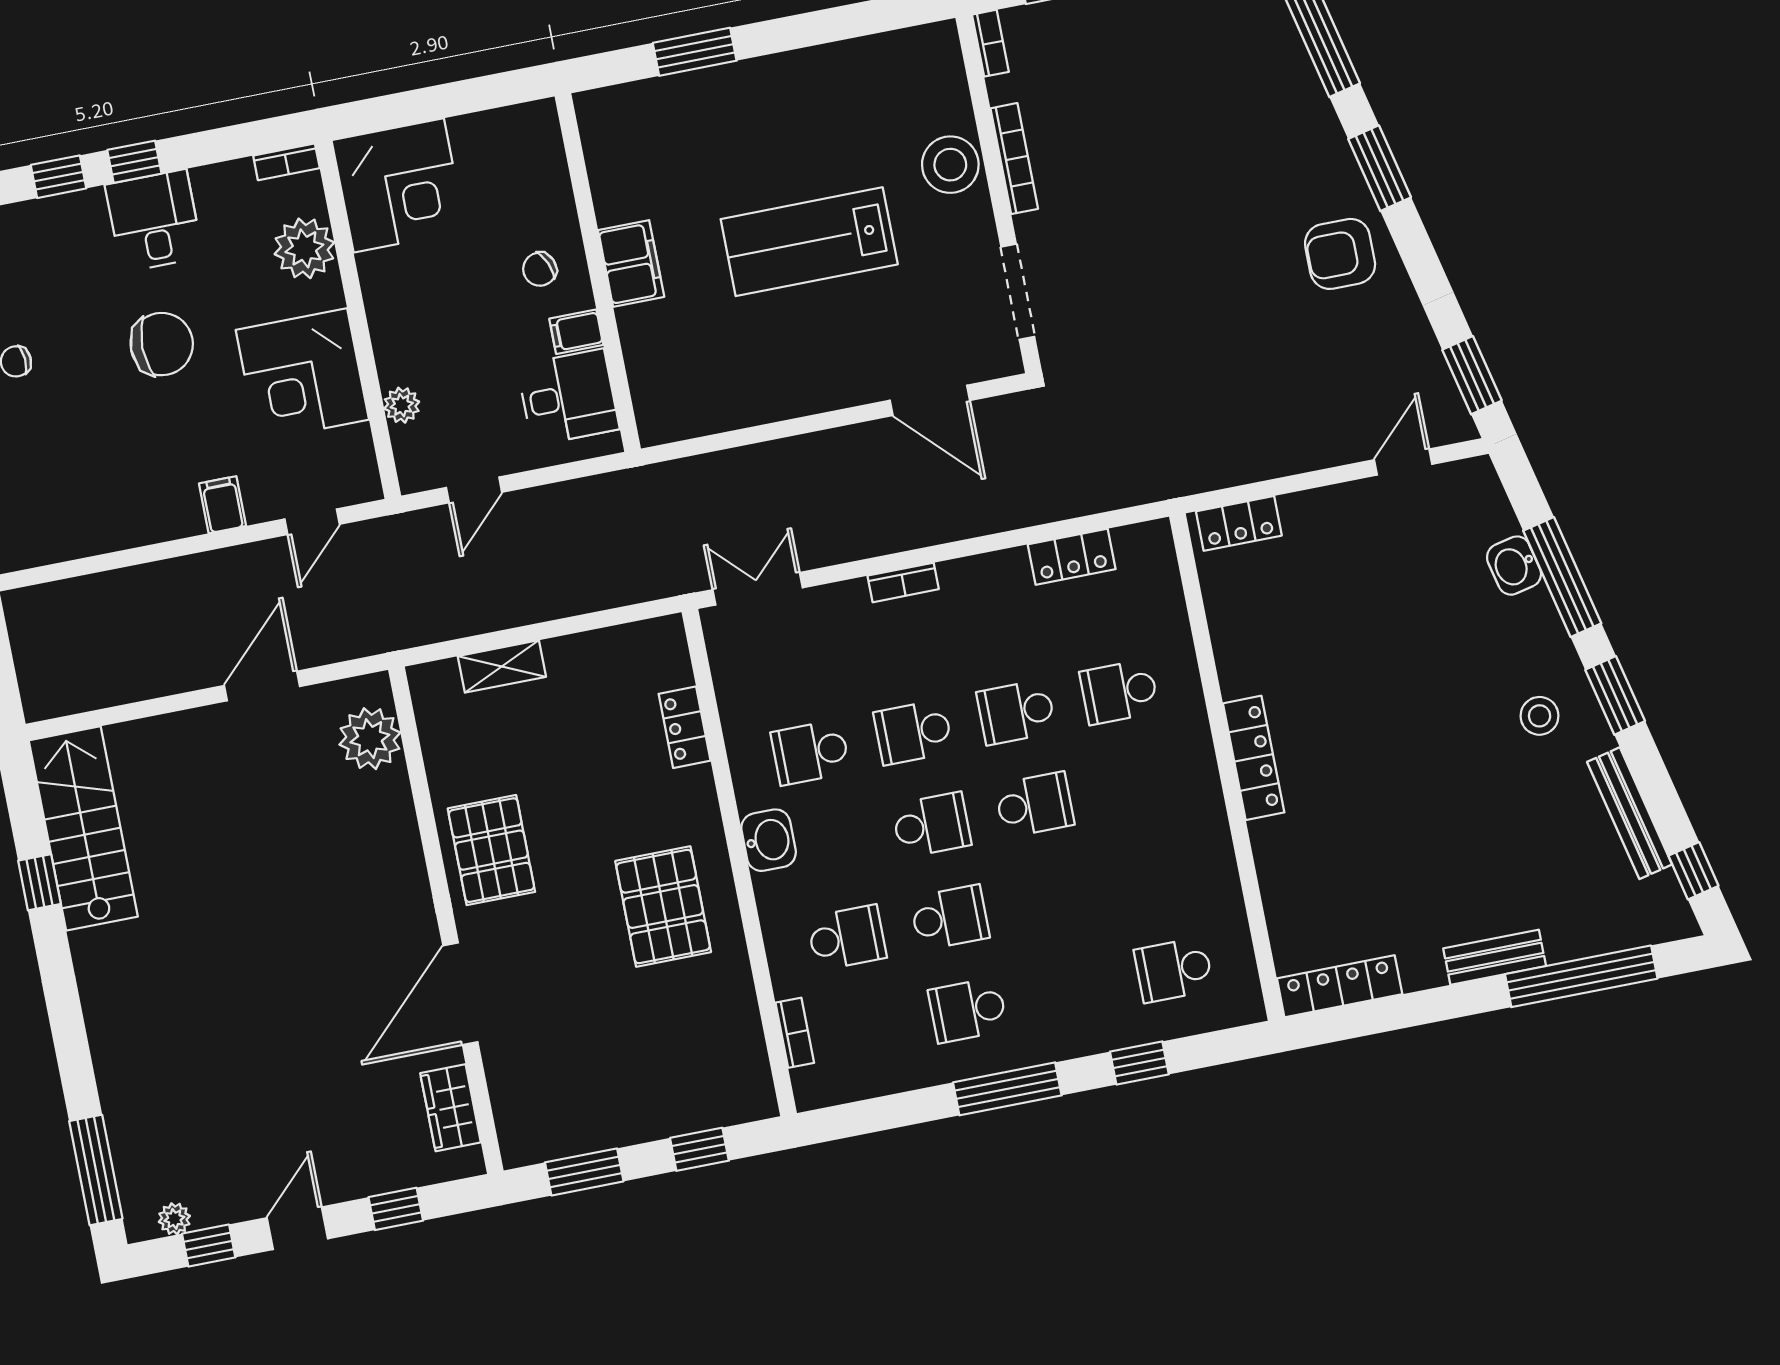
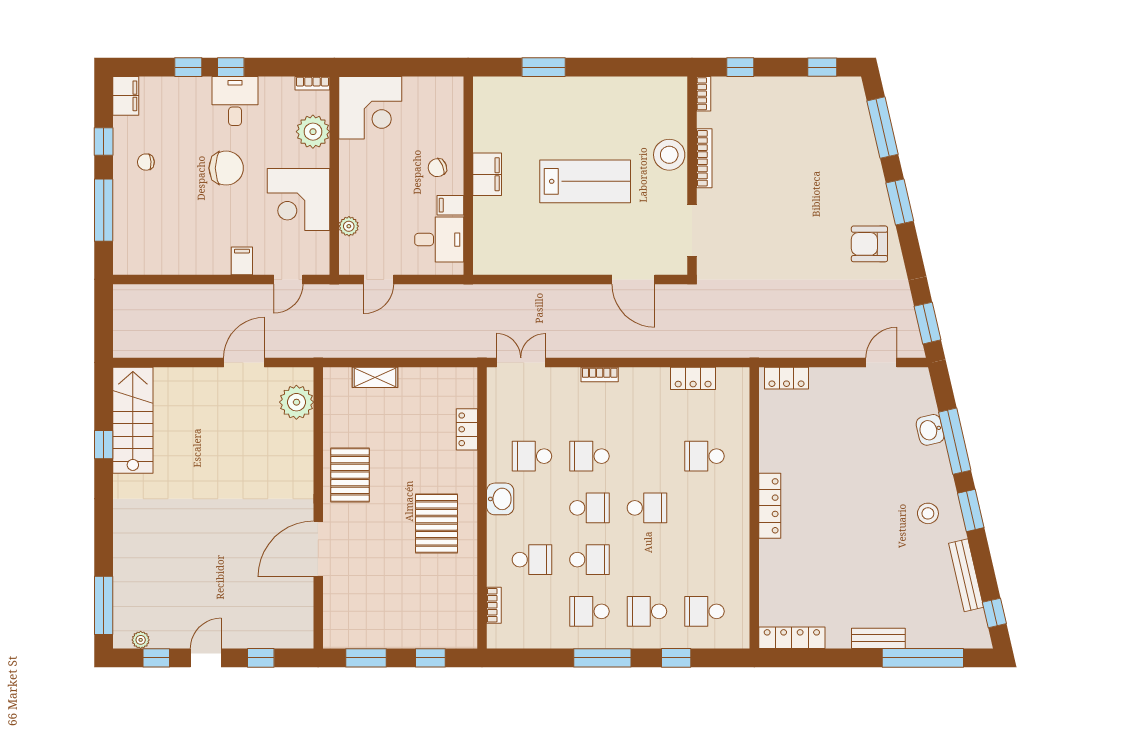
lab bench: (809, 242) -> (585, 181), turned 180
school desk: (1016, 712) -> (647, 611), moved
wardrobe: (451, 1108) -> (301, 609), removed

